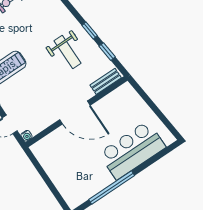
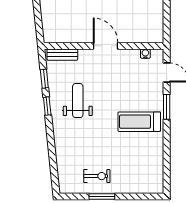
door: (75, 112) -> (106, 46), width x0.73
water cooler: (27, 136) -> (145, 54), moved

